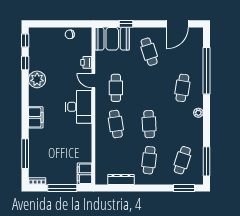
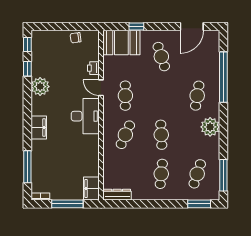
plant: (198, 113) -> (210, 127), width x1.88, depth x1.88
cafe table: (116, 124) -> (125, 135), turned 33
dresser: (121, 179) -> (117, 195), moved

